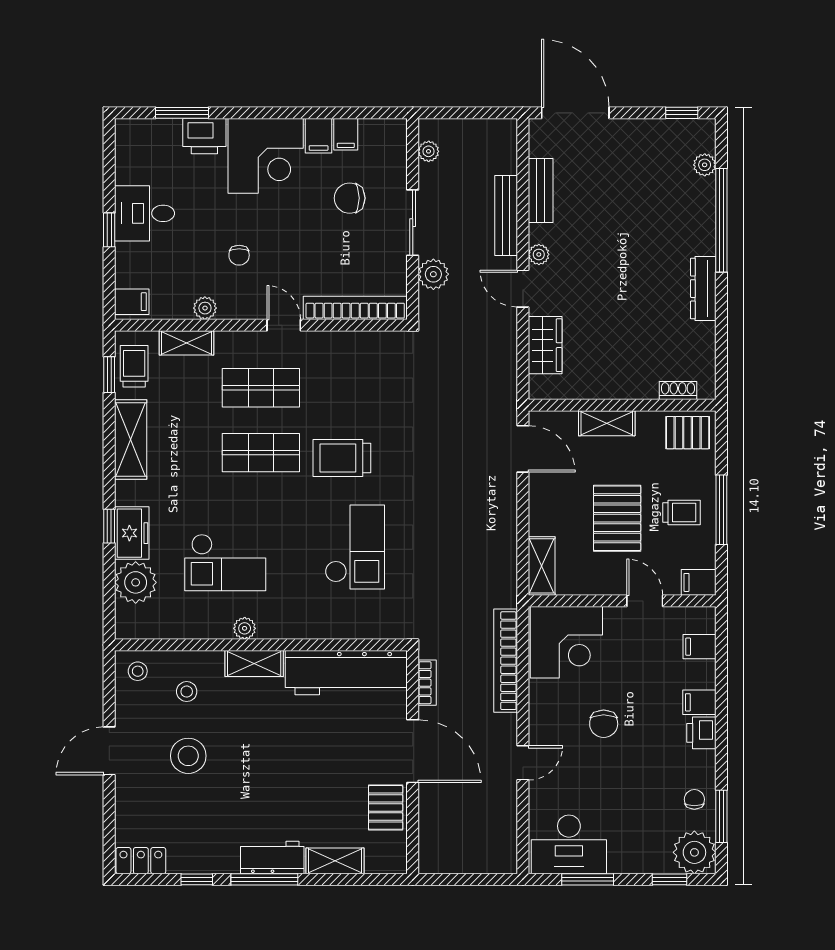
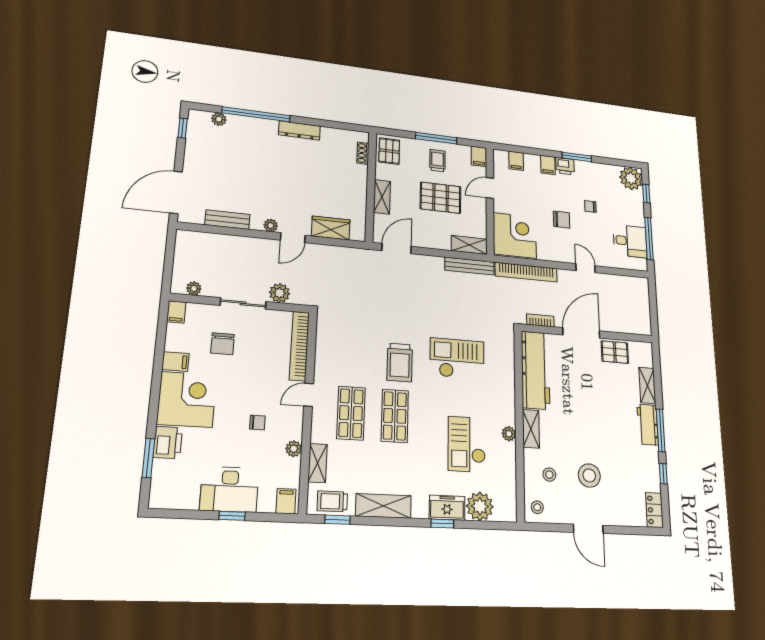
filing cabinet: (346, 134) -> (176, 312), moved, turned 90
desk: (145, 213) -> (229, 489), width x1.37
bench: (506, 215) -> (470, 266), moved
checkout: (225, 562) -> (467, 444), turned 180
chair: (694, 799) -> (590, 207), moved
window: (721, 816) -> (577, 157), moved
desk: (569, 844) -> (630, 241), width x0.73
window: (588, 879) -> (649, 238), width x1.44

